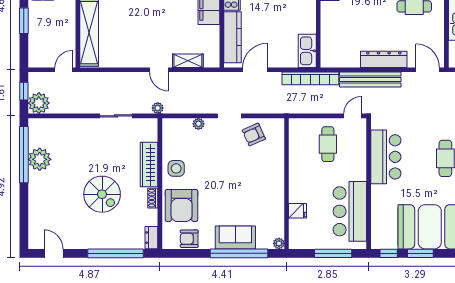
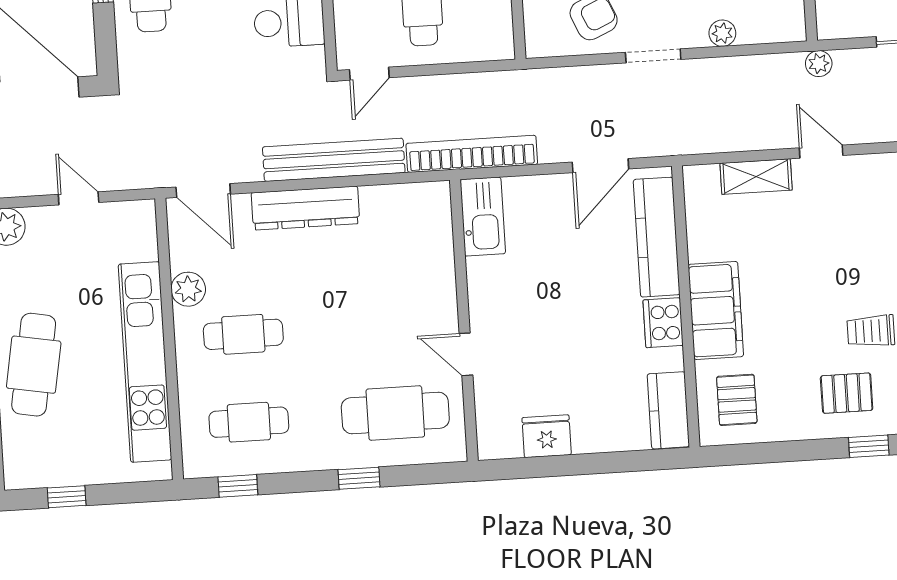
plant: (437, 27) -> (188, 289), added

